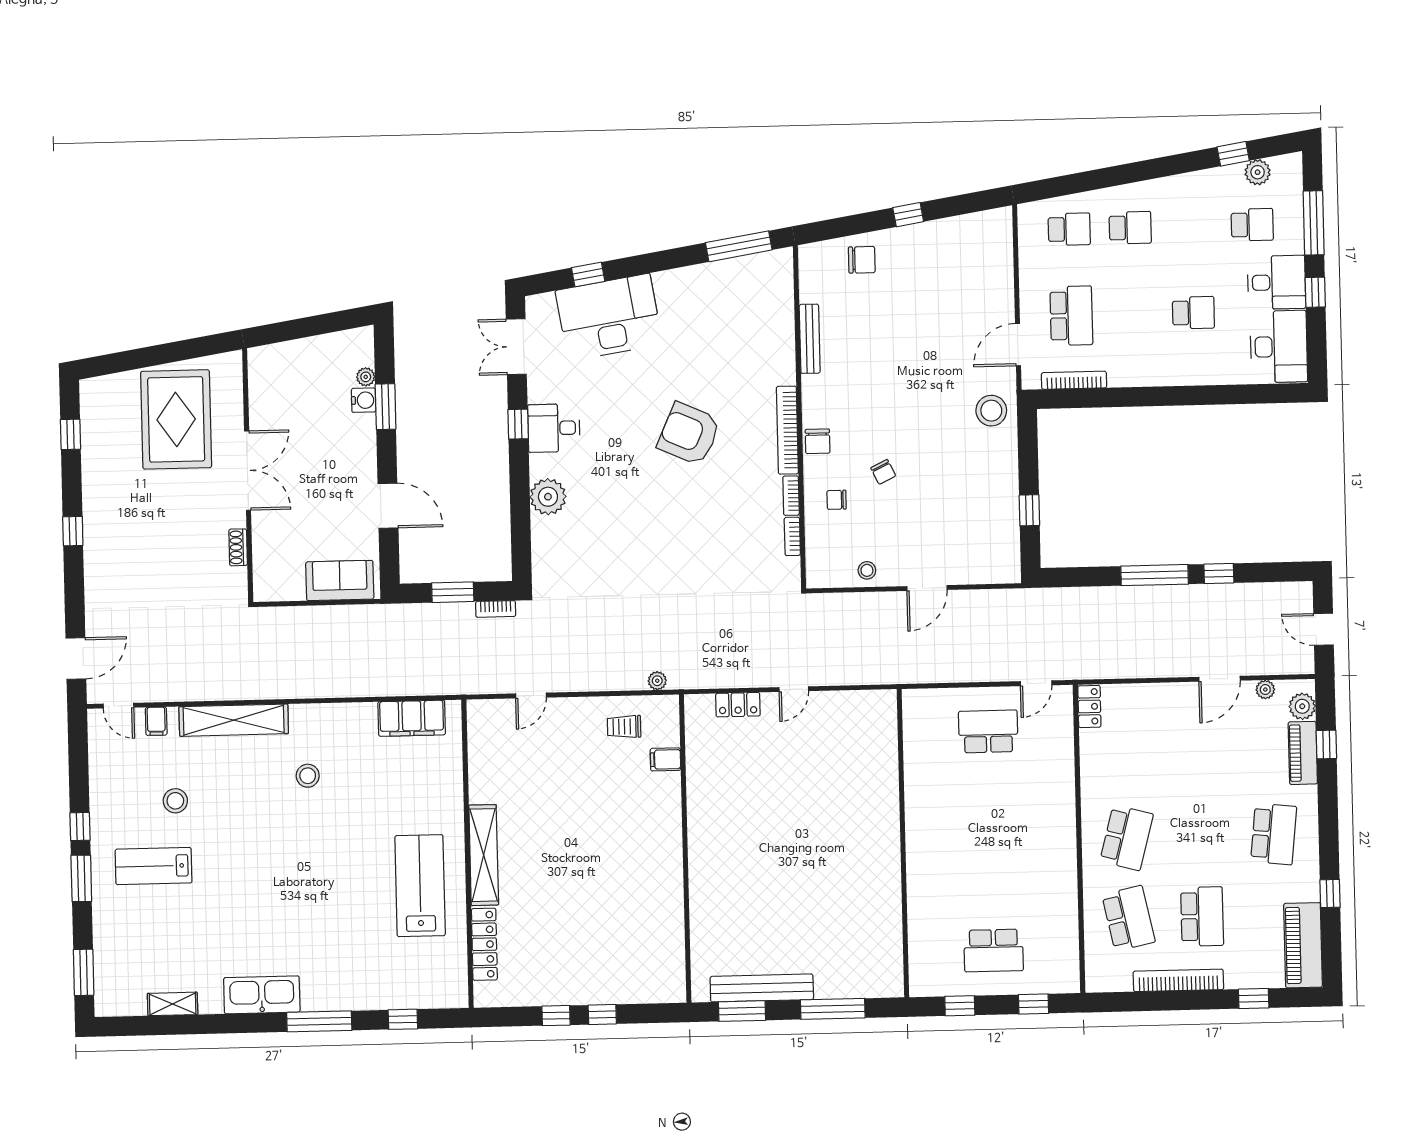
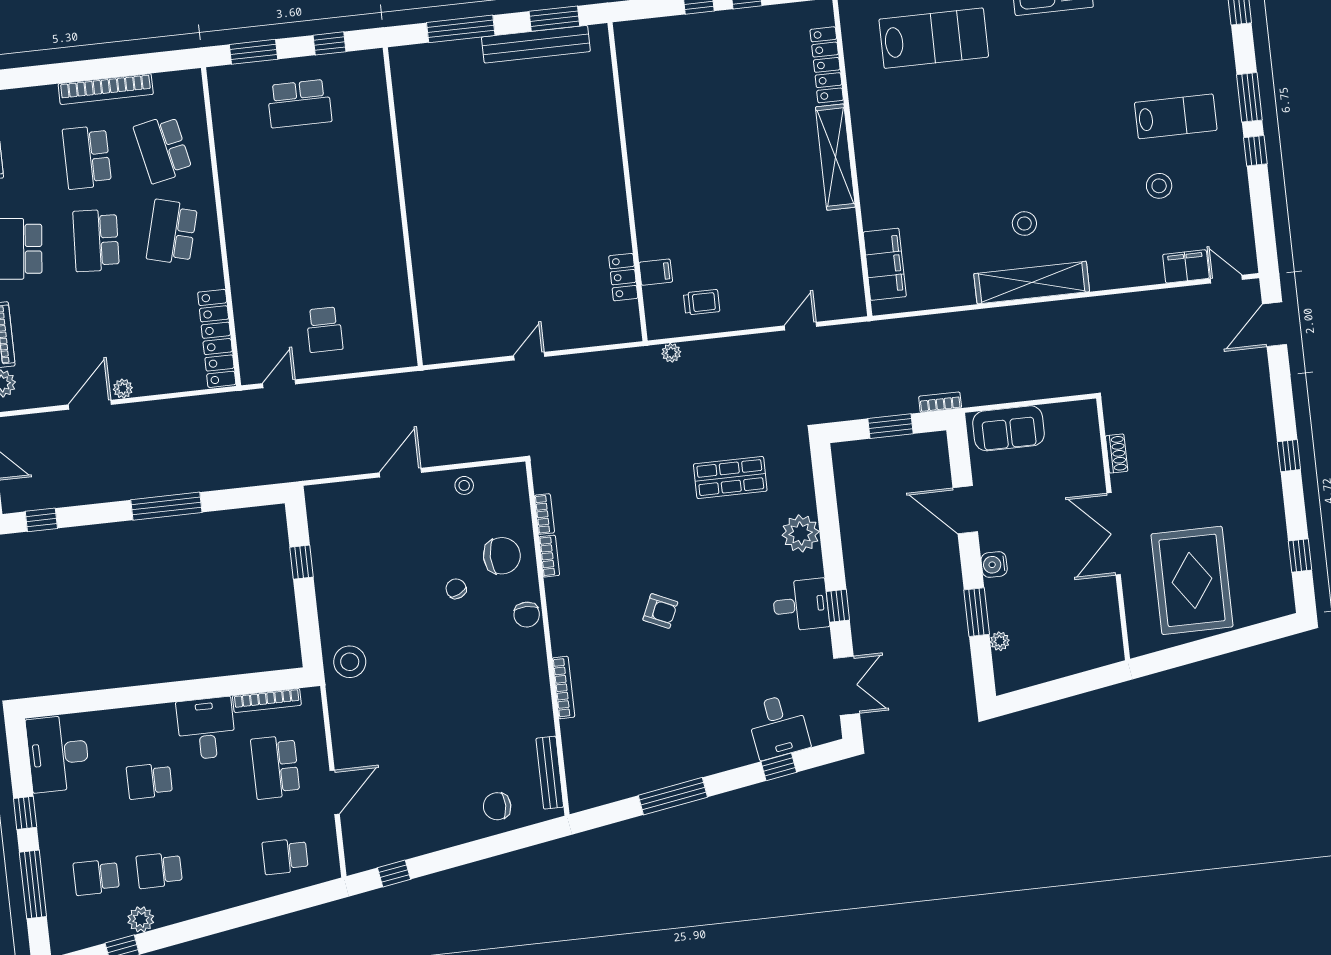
plant: (1258, 172) -> (141, 919), moved
window: (908, 215) -> (394, 874), moved
school desk: (1130, 228) -> (159, 870), moved
window: (739, 246) -> (673, 796), moved
desk: (1277, 282) -> (206, 728), moved, turned 90
desk: (609, 317) -> (778, 726), width x0.53, depth x0.77
bench: (810, 339) -> (550, 773), moved
door: (1018, 345) -> (335, 792), moved
water cooler: (364, 400) -> (994, 565), moved
bookcase: (787, 430) -> (564, 688), moved, width x0.68, depth x0.76
armchair: (689, 434) -> (660, 611), width x0.53, depth x0.53
chair: (818, 441) -> (527, 615), turned 180
chair: (837, 500) -> (502, 556), width x1.87, depth x1.87
shop shelf: (611, 556) -> (730, 478), added
window: (1219, 574) -> (41, 520), moved
bookcase: (496, 609) -> (940, 402), moved
plant: (1265, 690) -> (123, 389), moved
locker: (738, 705) -> (623, 277), moved, turned -90
locker: (1089, 706) -> (217, 338), width x2.16, depth x1.21
filing cabinet: (412, 718) -> (885, 264), moved, turned 90
shelving: (234, 720) -> (1032, 283), moved
filing cabinet: (156, 721) -> (1186, 266), width x2.00
school desk: (988, 731) -> (324, 330), width x0.54
school desk: (1200, 836) -> (96, 240), added
lab bench: (420, 886) -> (934, 38), moved, turned -90
school desk: (994, 951) -> (299, 104), turned 180
window: (1254, 999) -> (26, 77), removed
window: (1033, 1004) -> (253, 52), width x1.50

